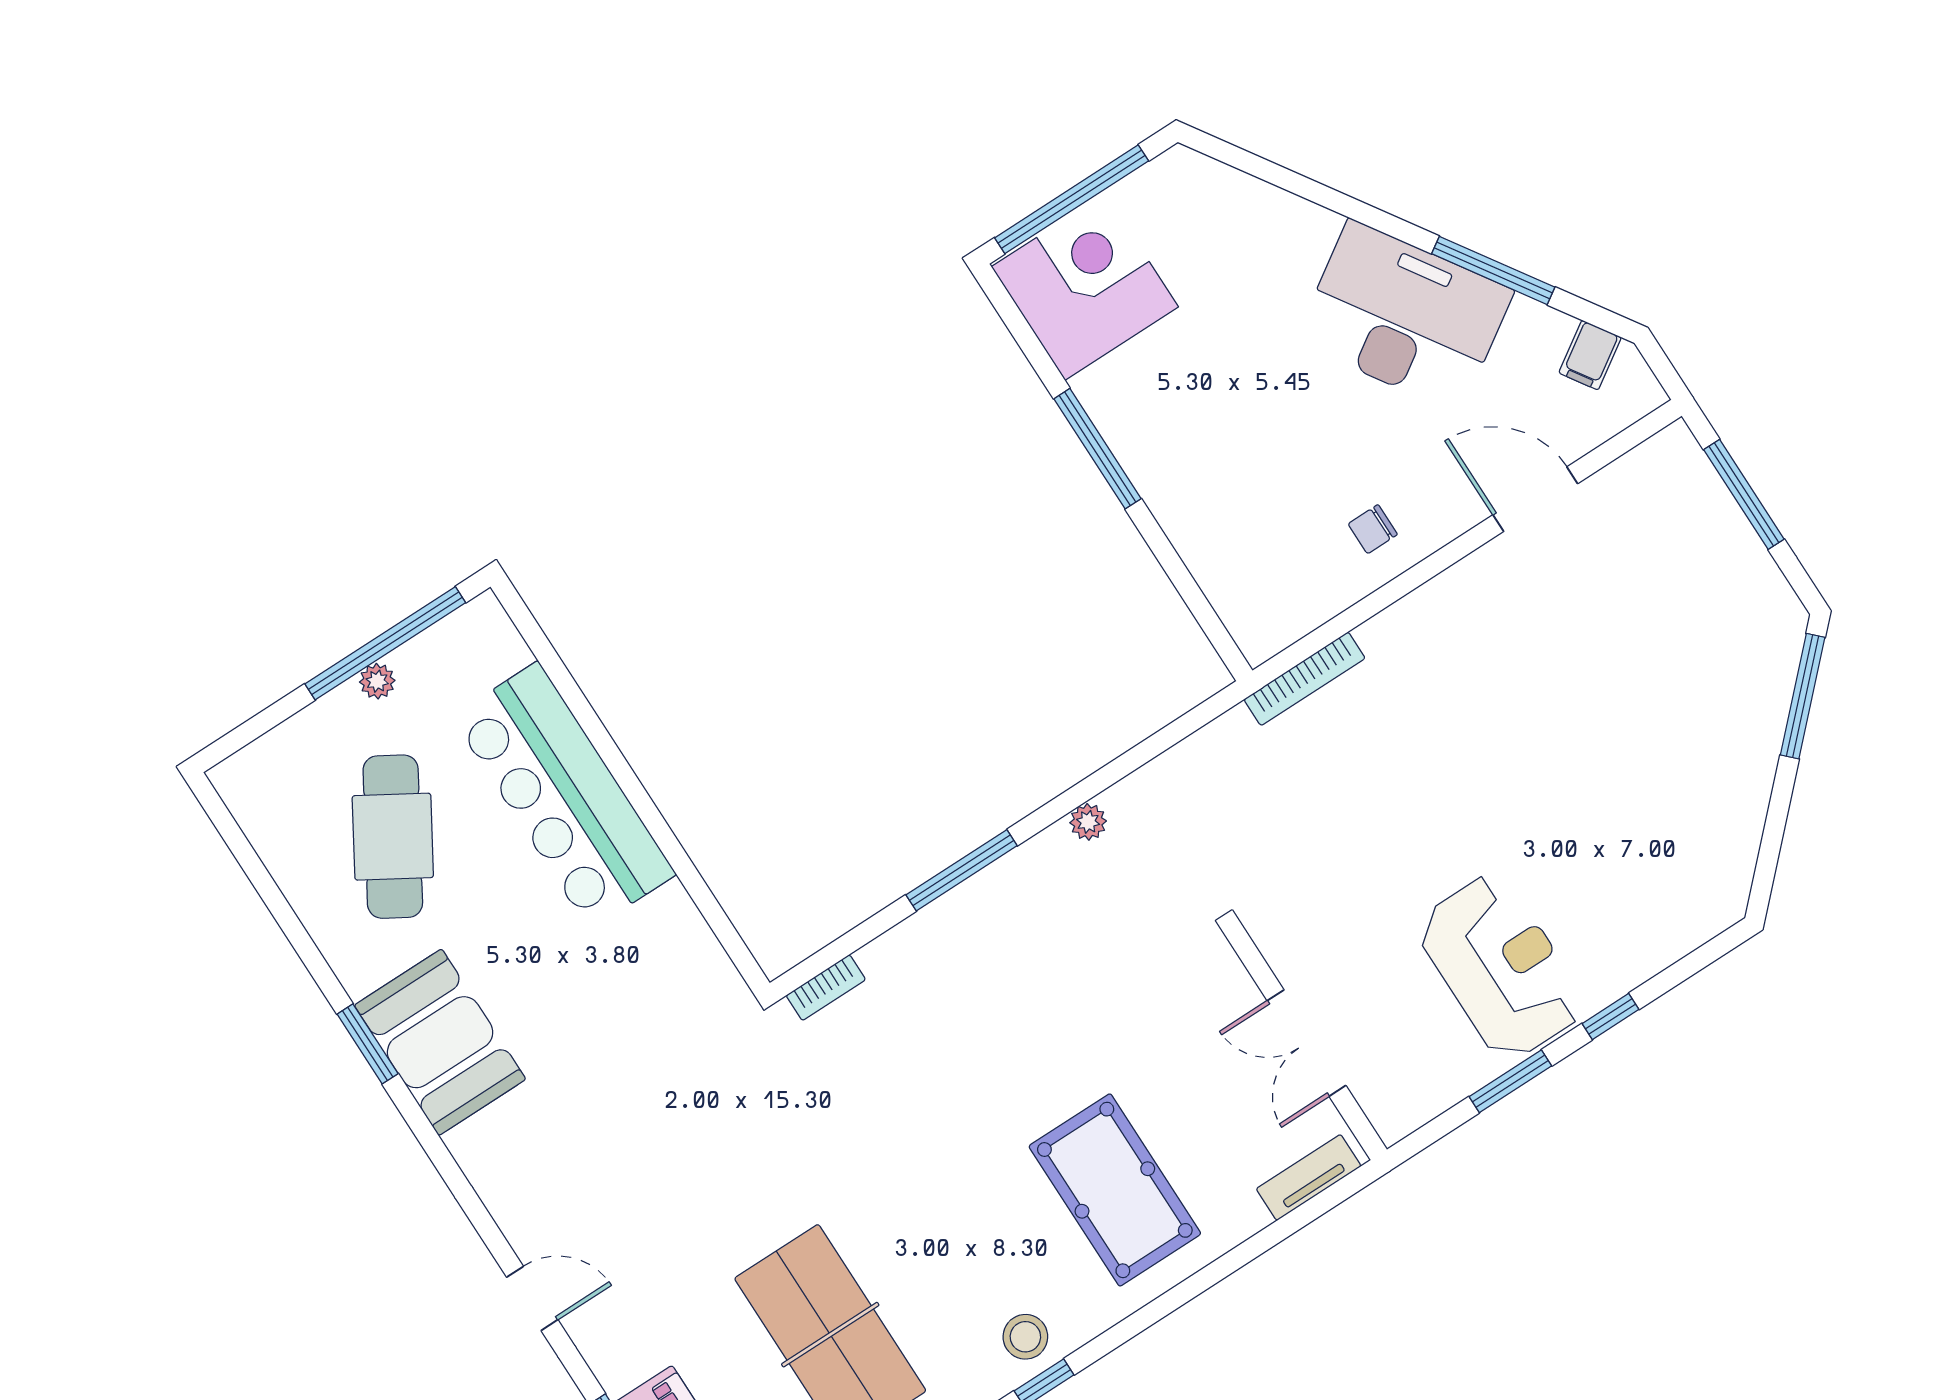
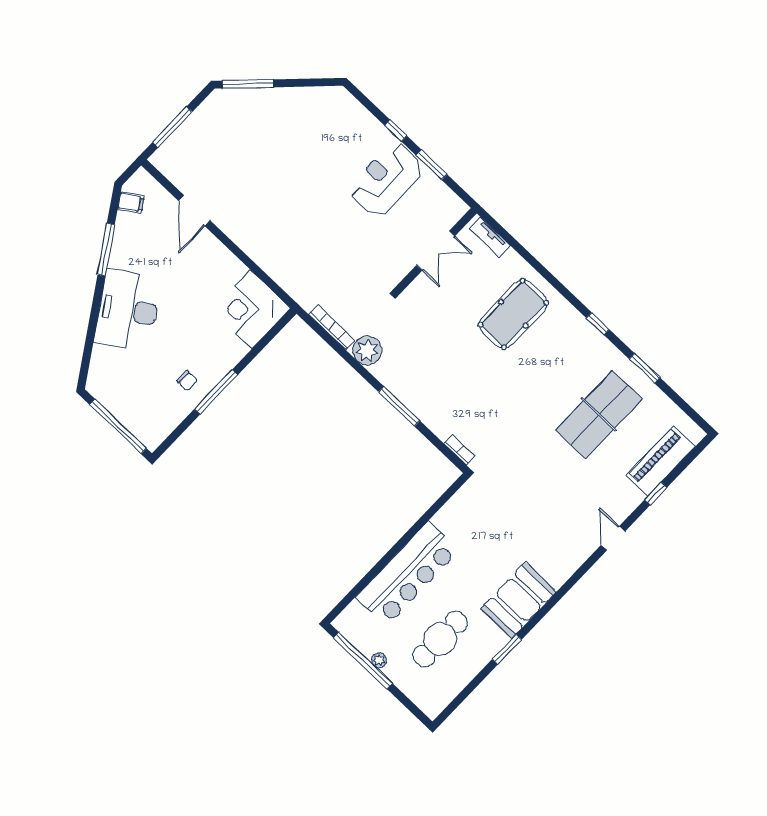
corner desk: (1085, 287) -> (251, 309), moved
desk: (1404, 316) -> (128, 310), moved
chair: (1373, 529) -> (187, 381), moved
bookcase: (1305, 679) -> (332, 327), moved
plant: (1088, 822) -> (367, 350), width x1.88, depth x1.88
cafe table: (393, 837) -> (440, 639), turned -31
window: (368, 1044) -> (507, 649), moved
stool: (1025, 1337) -> (581, 336), removed

